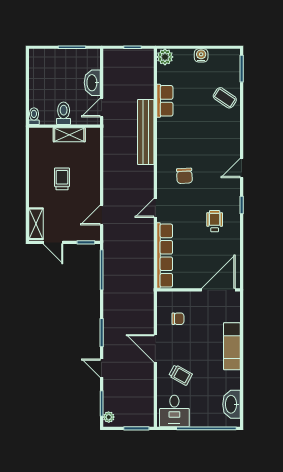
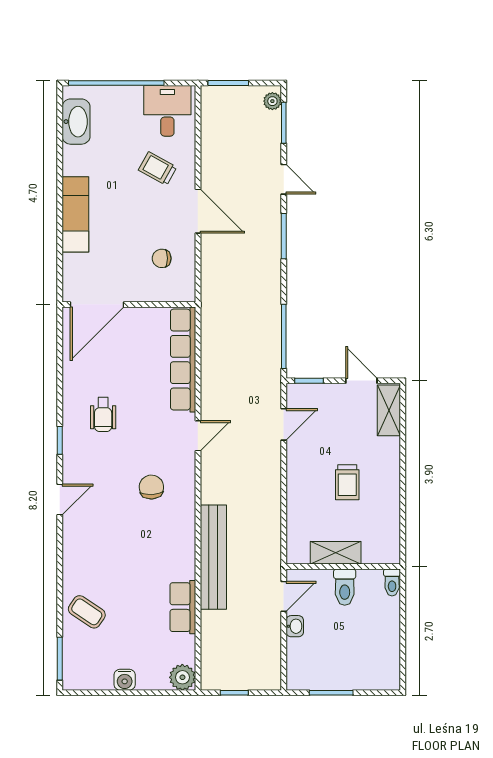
washbasin: (92, 83) -> (295, 626), width x0.52, depth x0.69

